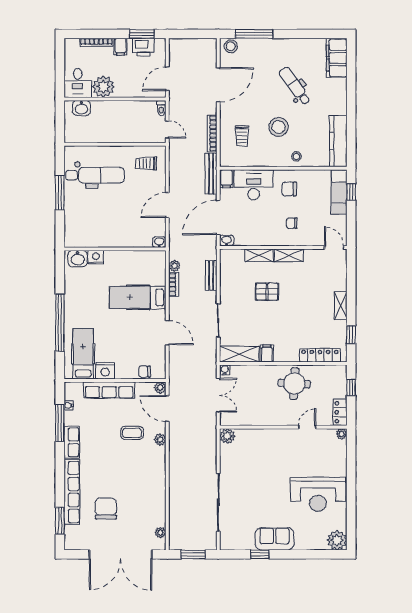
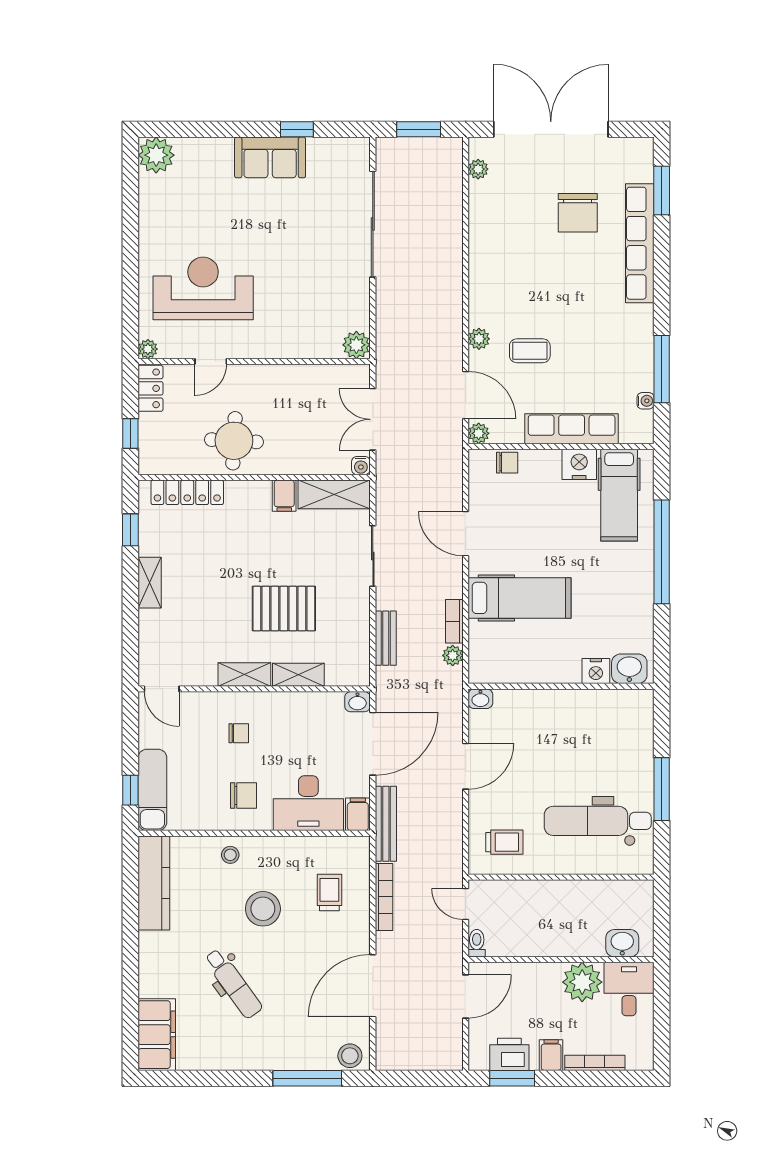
pallet: (267, 292) -> (284, 609), width x1.50, depth x1.42
row of seats: (72, 442) -> (640, 334), removed
reception desk: (318, 494) -> (203, 288), moved

